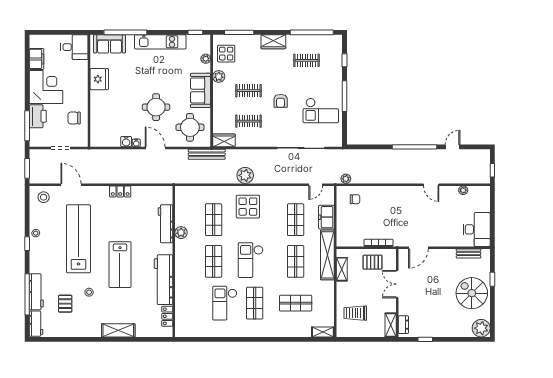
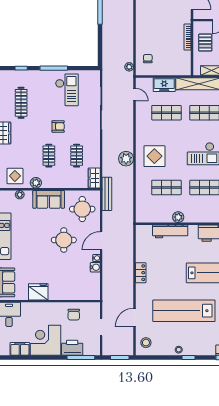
clothes rail: (306, 60) -> (21, 103), width x1.36

